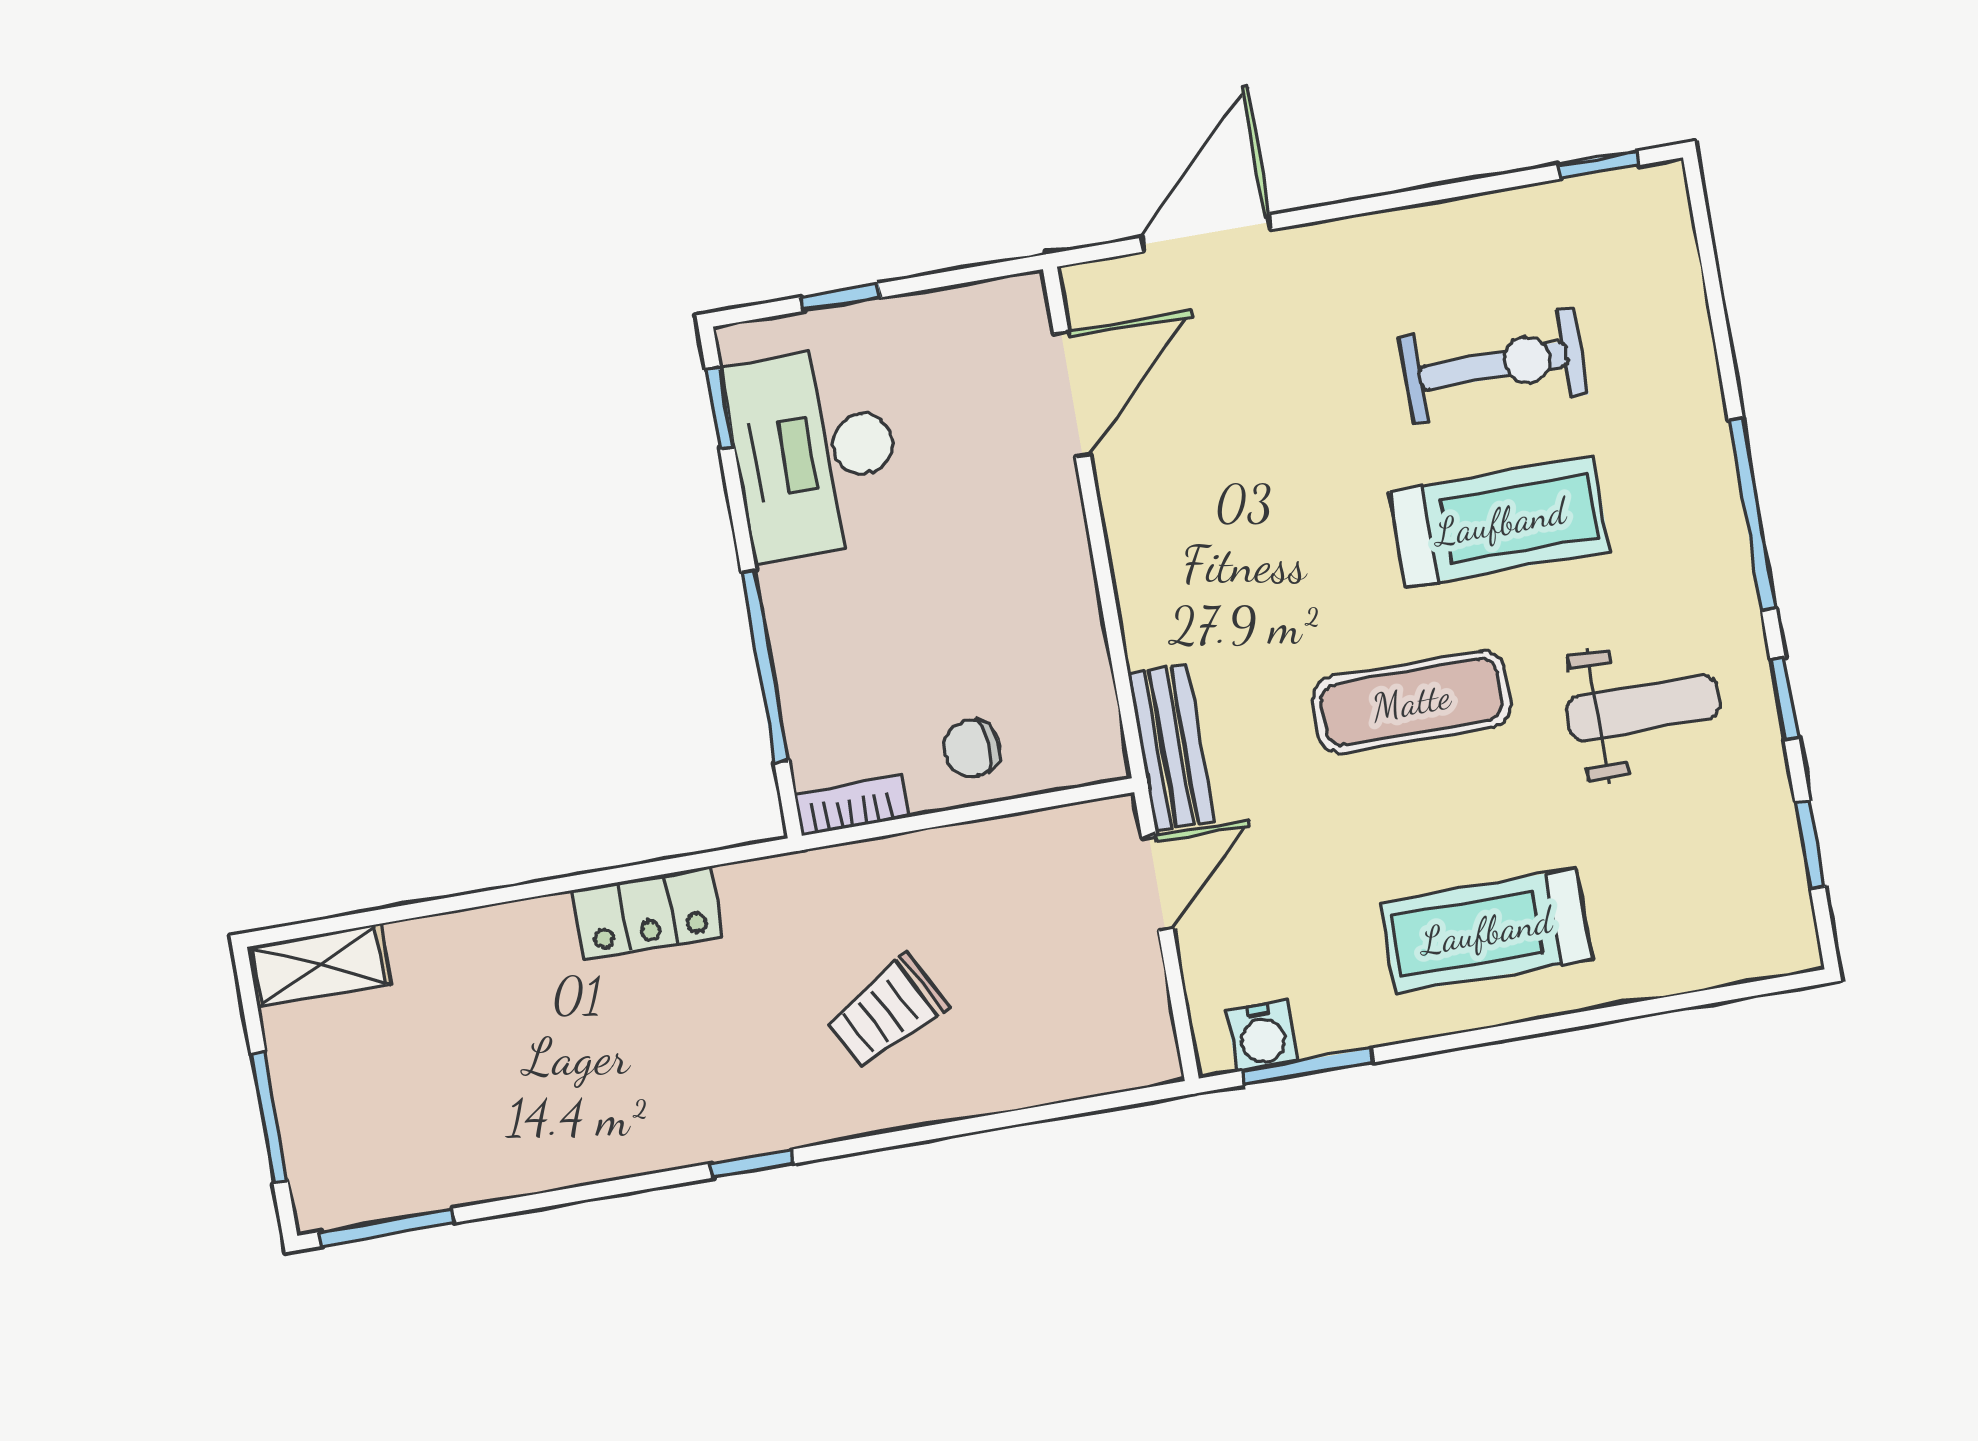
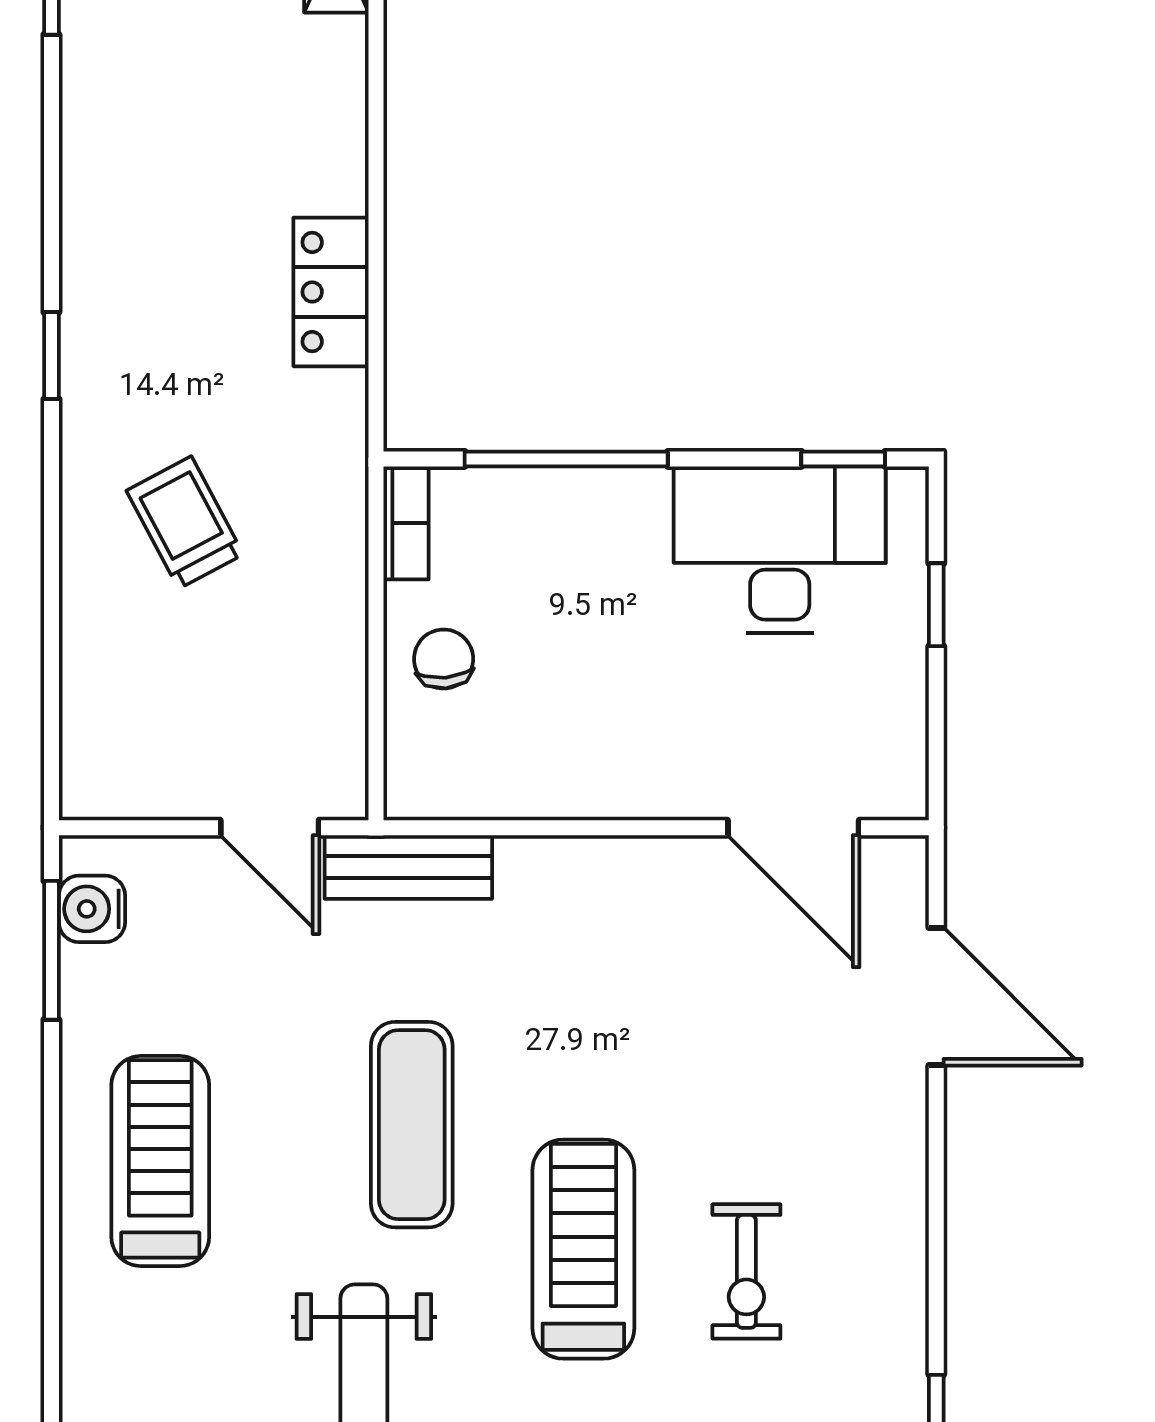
exercise bike: (1494, 366) -> (746, 1271), width x0.73, depth x0.72
treadmill: (1500, 522) -> (583, 1249), turned 180

